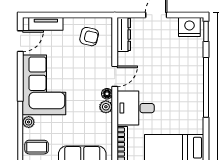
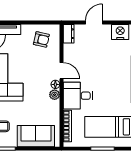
dresser: (124, 34) -> (69, 34), width x0.70
door: (115, 76) -> (61, 71), hinge flipped

